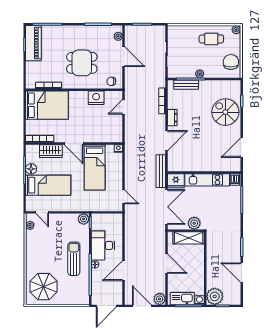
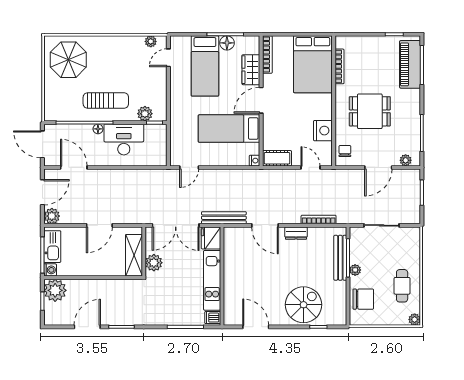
piano: (33, 43) -> (410, 64), moved, turned 90
chair: (231, 62) -> (363, 299), moved
dining table: (82, 63) -> (370, 111), turned 90
bench: (186, 85) -> (340, 258), width x1.36
cot: (117, 132) -> (277, 158), added
plant: (84, 219) -> (145, 114), moved
door: (124, 271) -> (74, 167), moved

